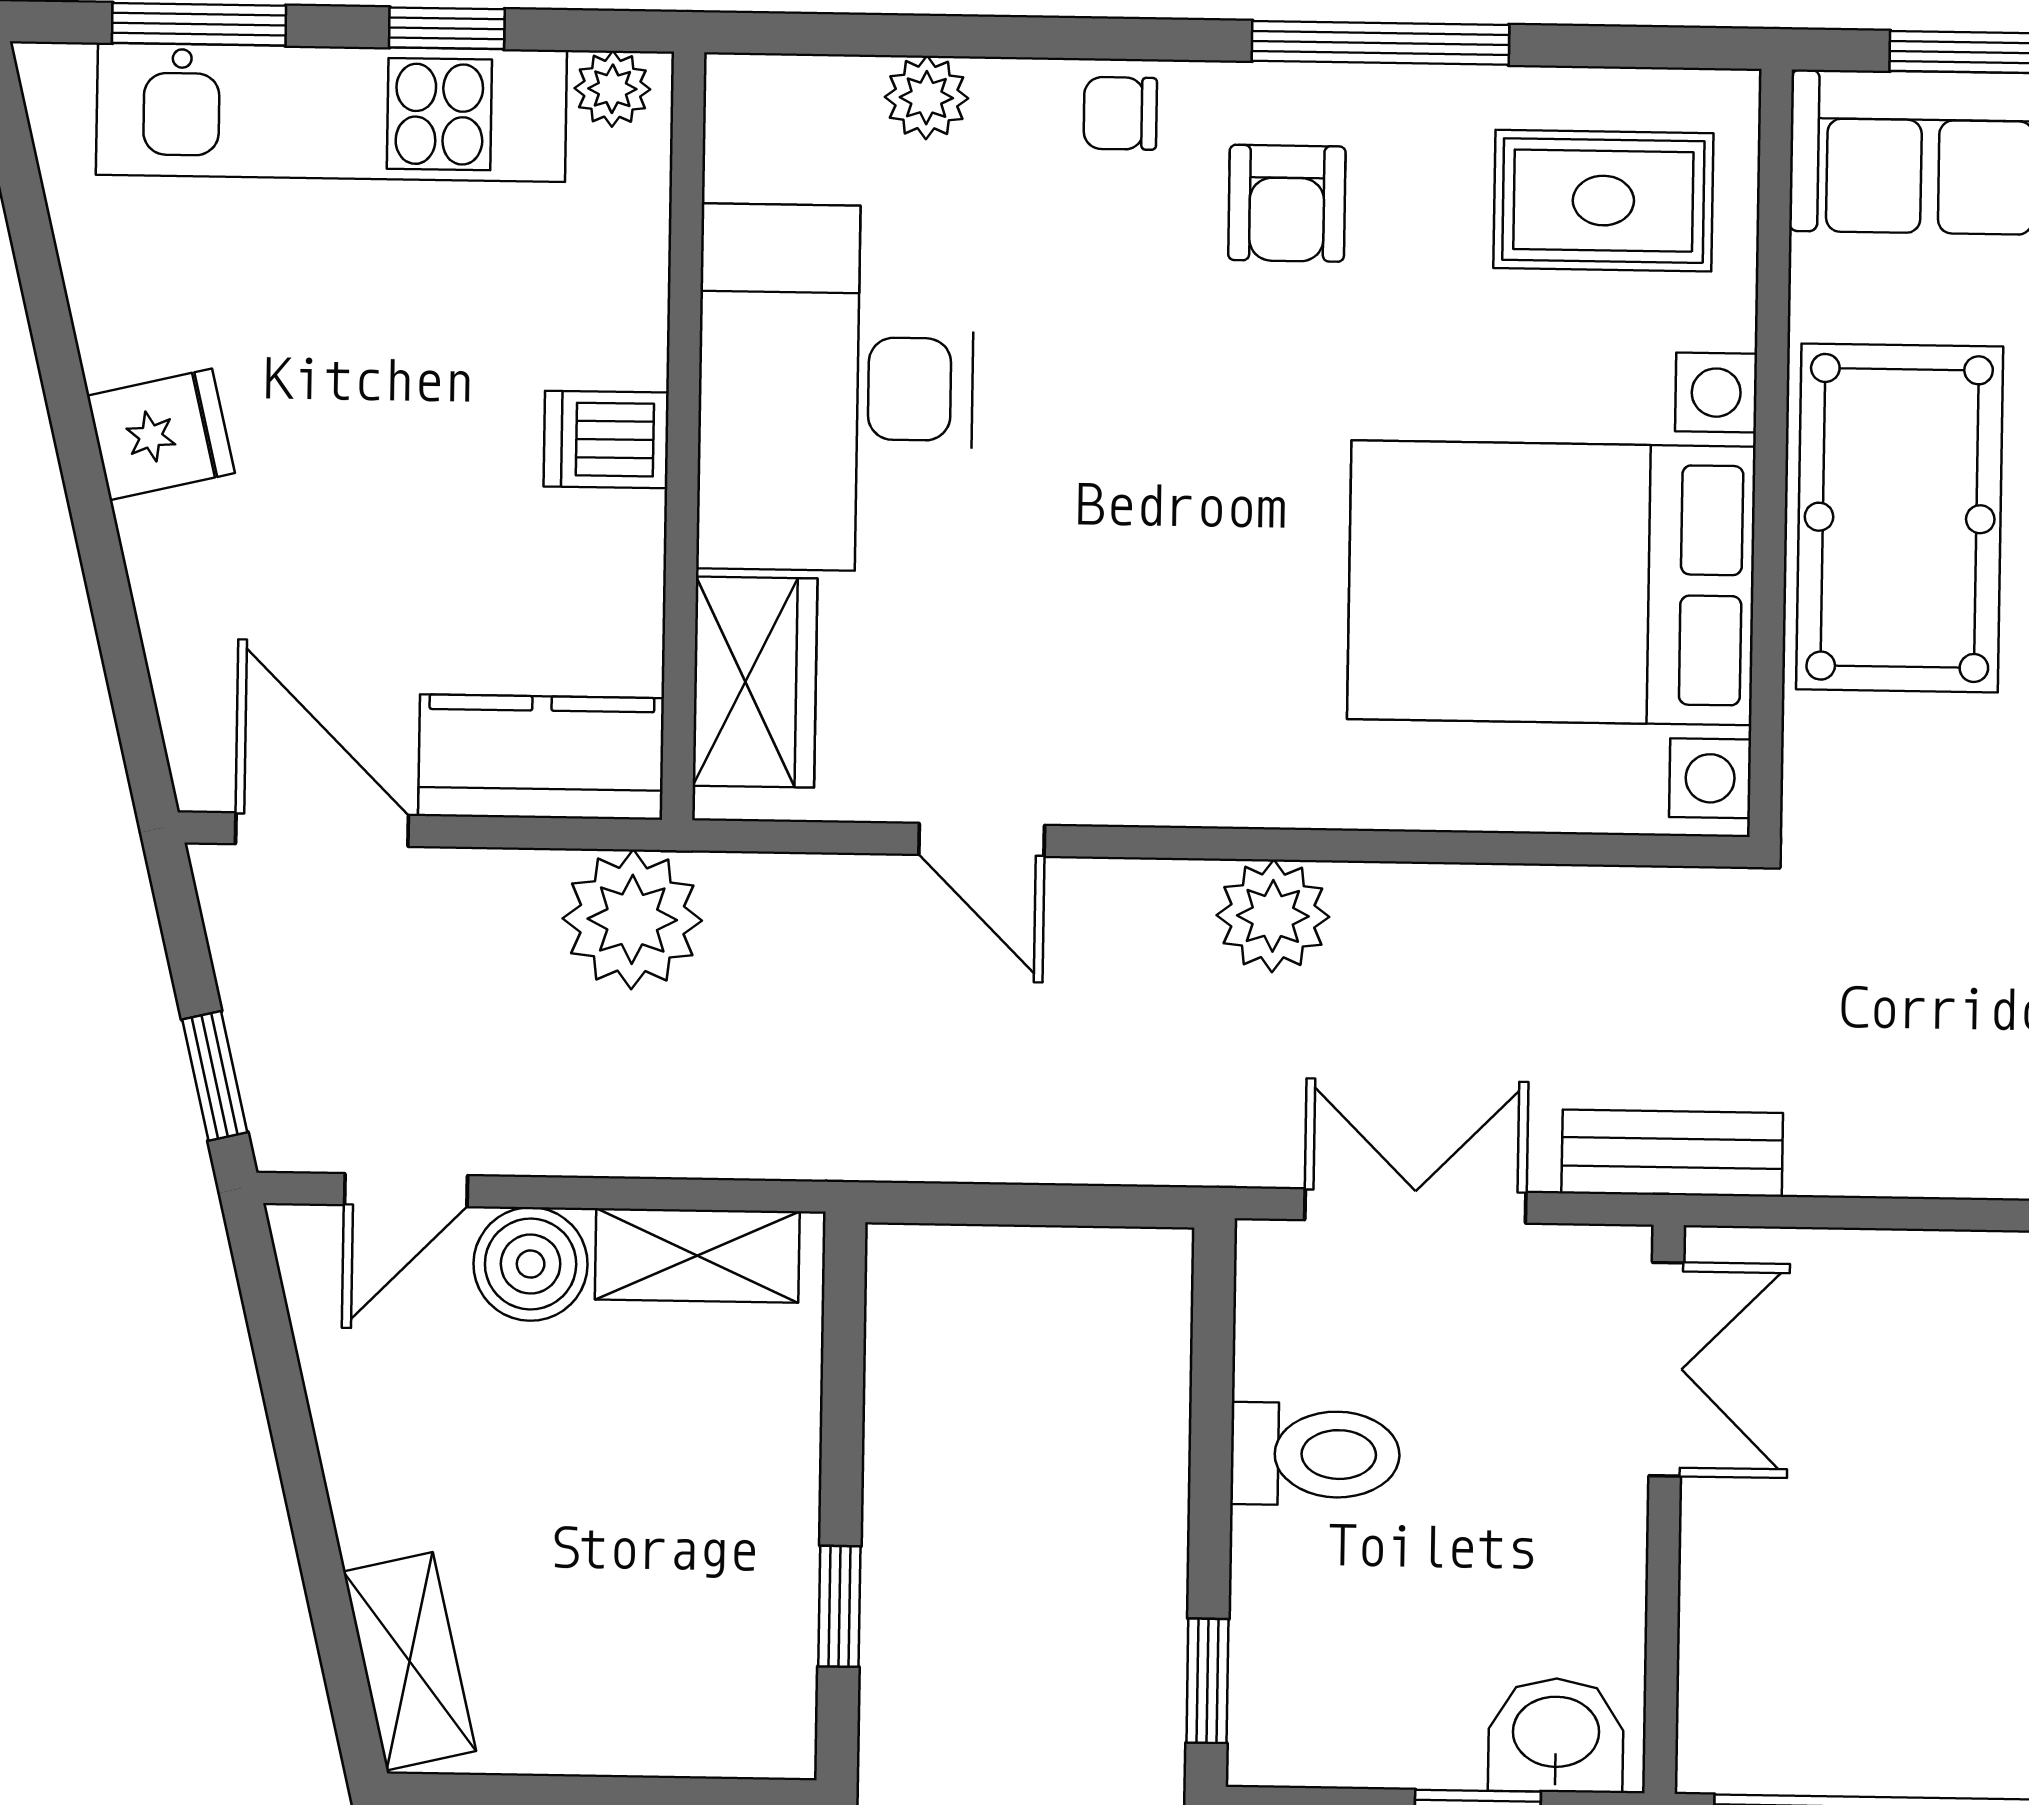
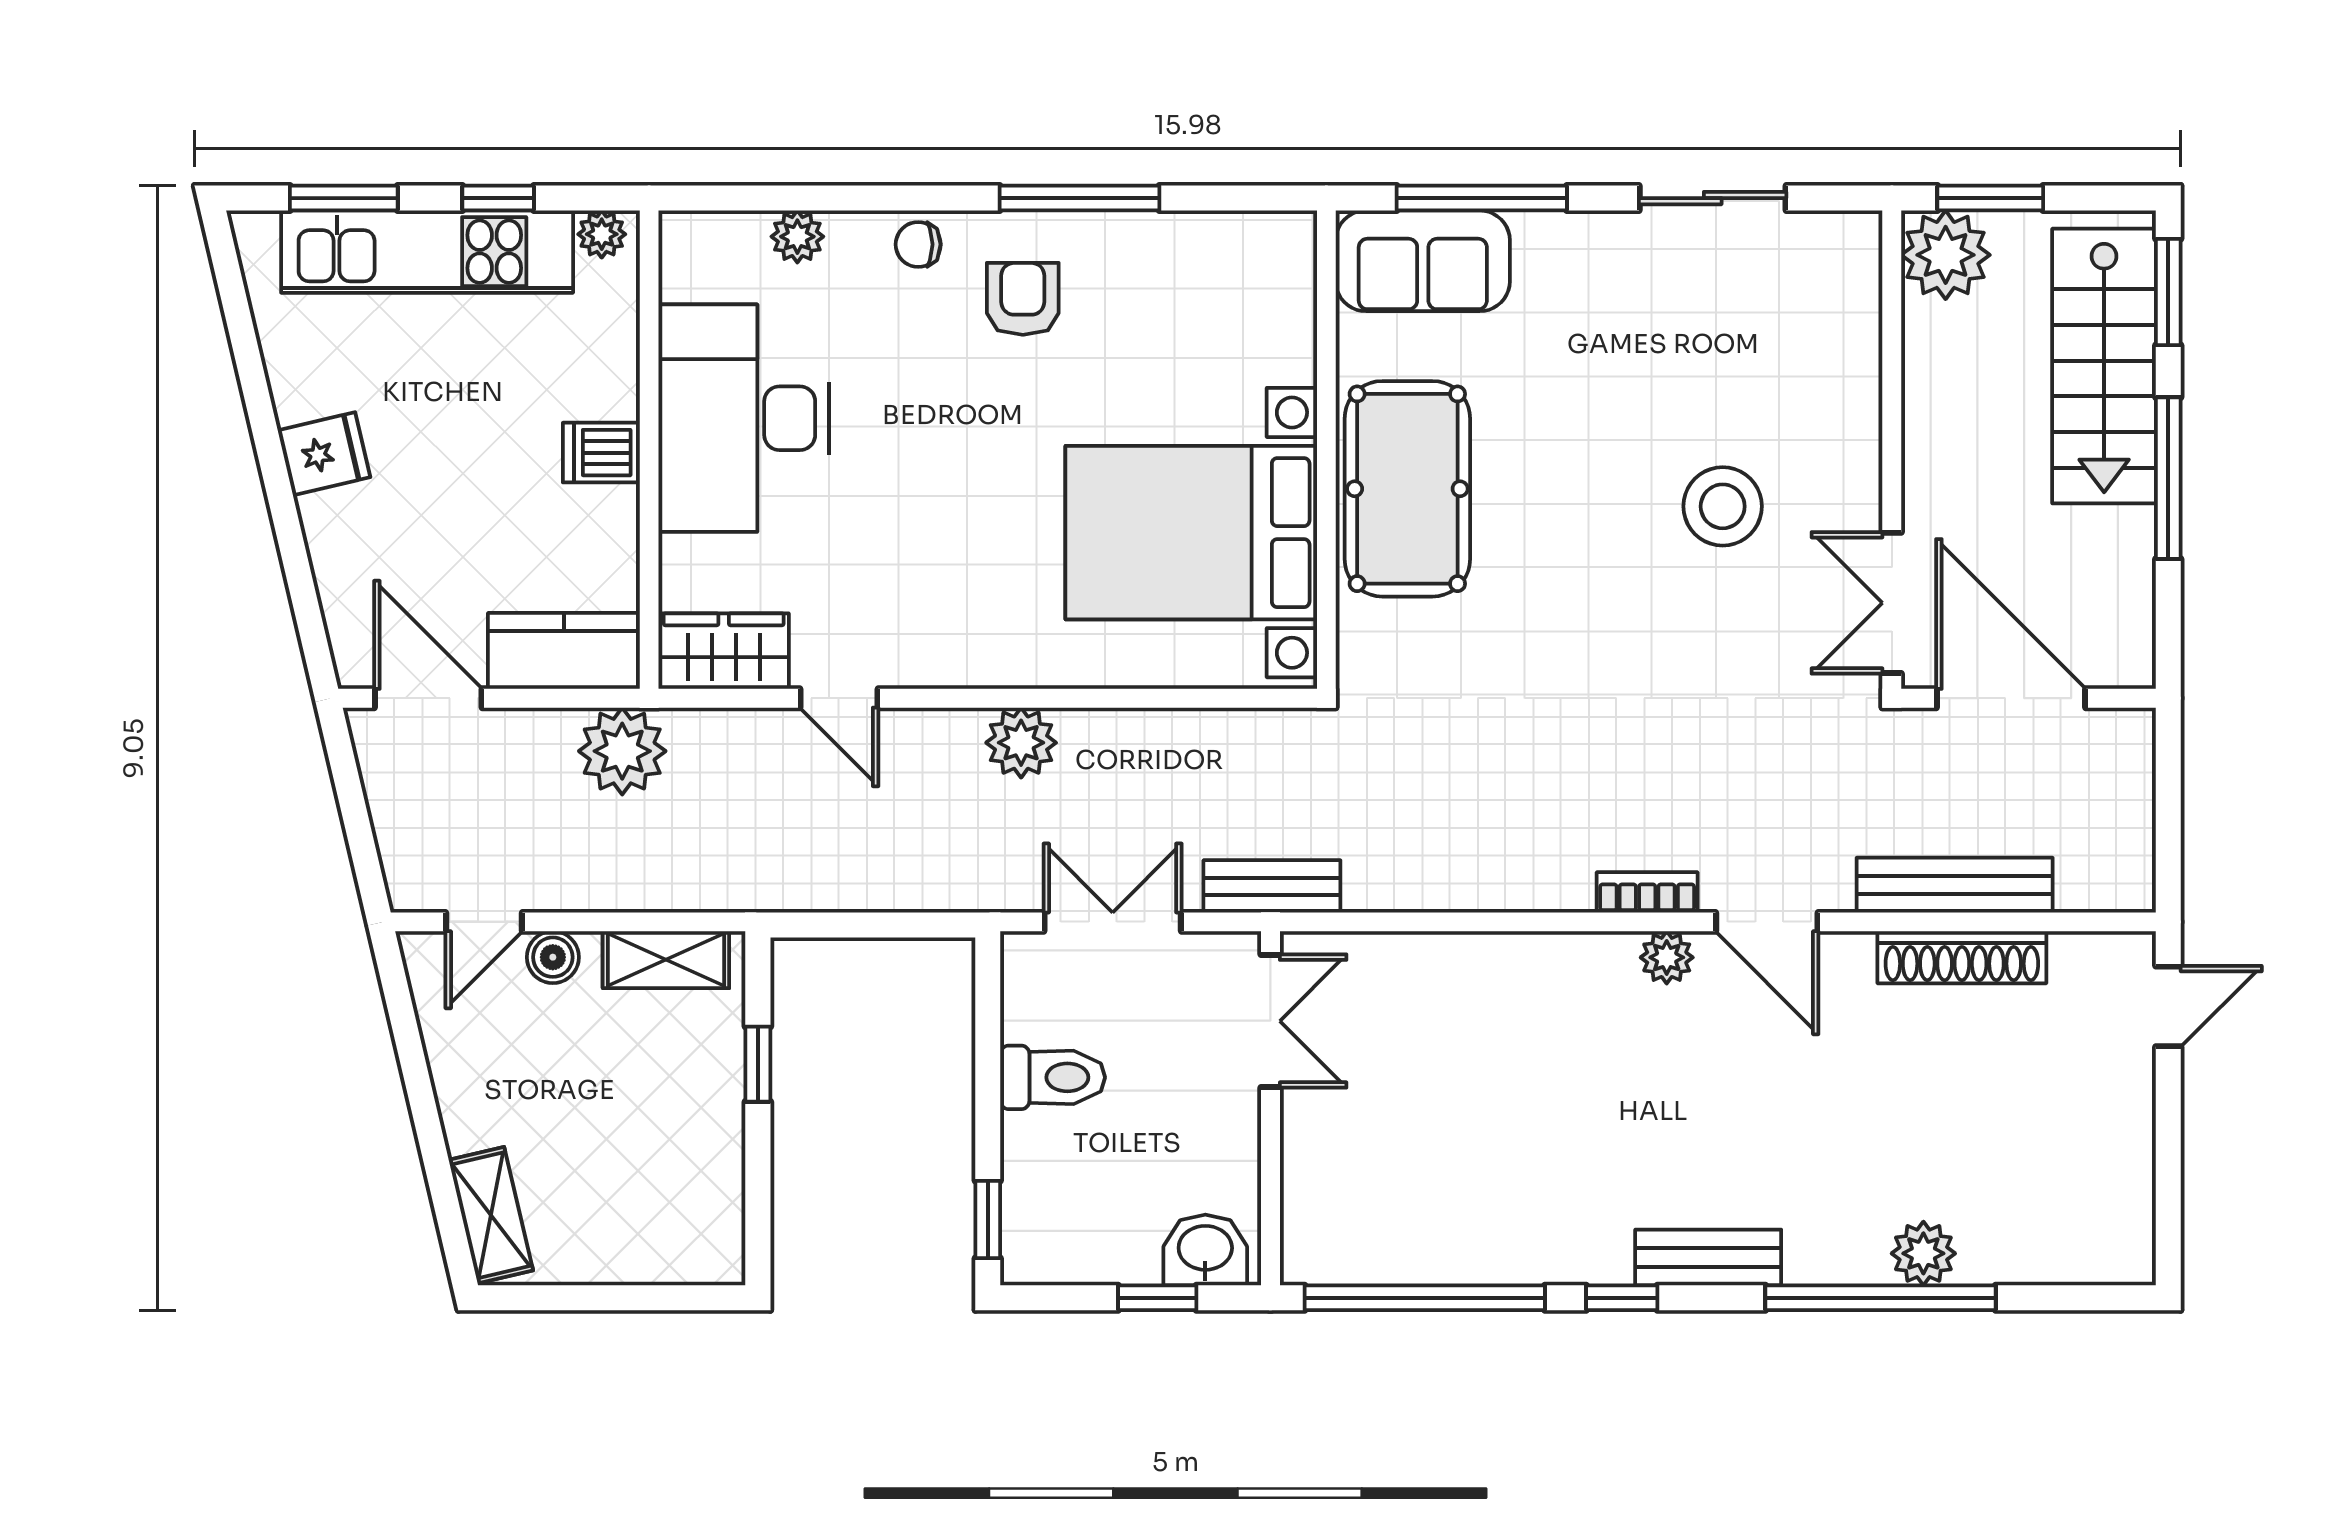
rug: (1603, 201) -> (1220, 294), removed
armchair: (1287, 203) -> (1023, 299), turned 180
wardrobe: (755, 682) -> (724, 651), moved, turned -90
window: (215, 1076) -> (364, 853), removed
boiler: (531, 1264) -> (553, 957), width x0.73, depth x0.73
window: (839, 1606) -> (758, 1064), moved

